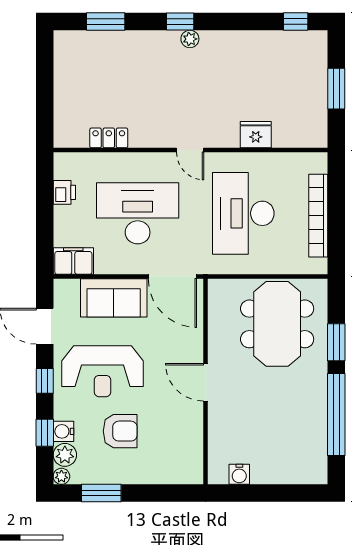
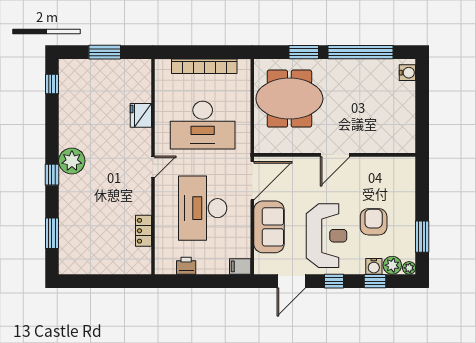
plant: (190, 39) -> (72, 161), width x1.88, depth x1.88
filing cabinet: (73, 261) -> (240, 266), width x0.50
water cooler: (239, 474) -> (407, 73), moved

